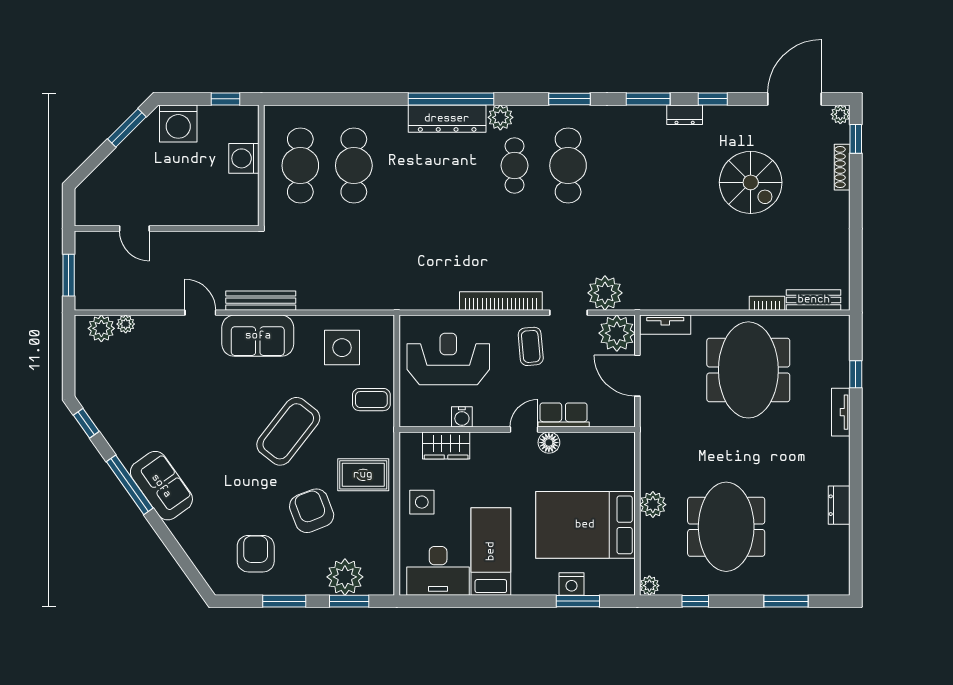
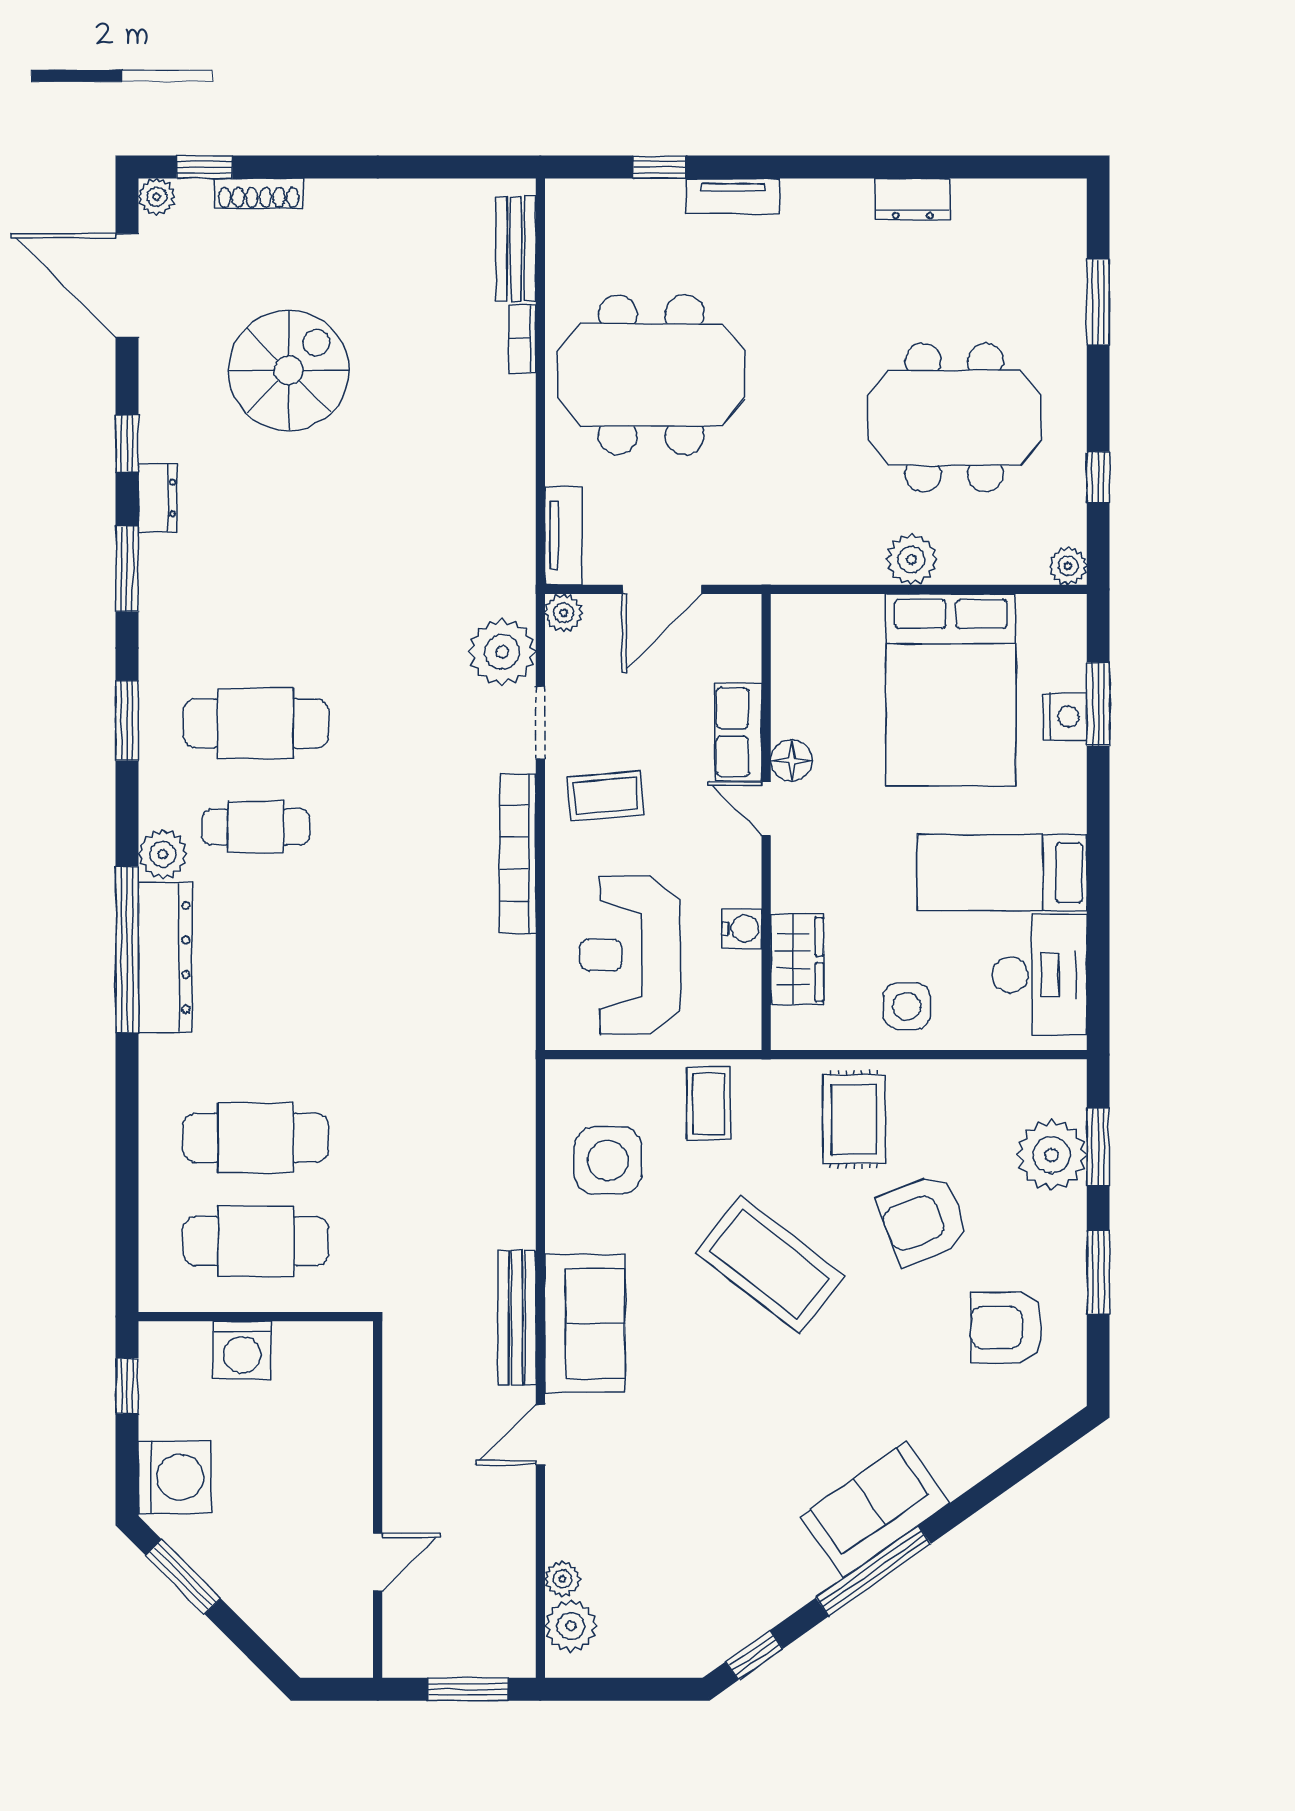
plant: (617, 333) -> (564, 613), width x0.53, depth x0.53

